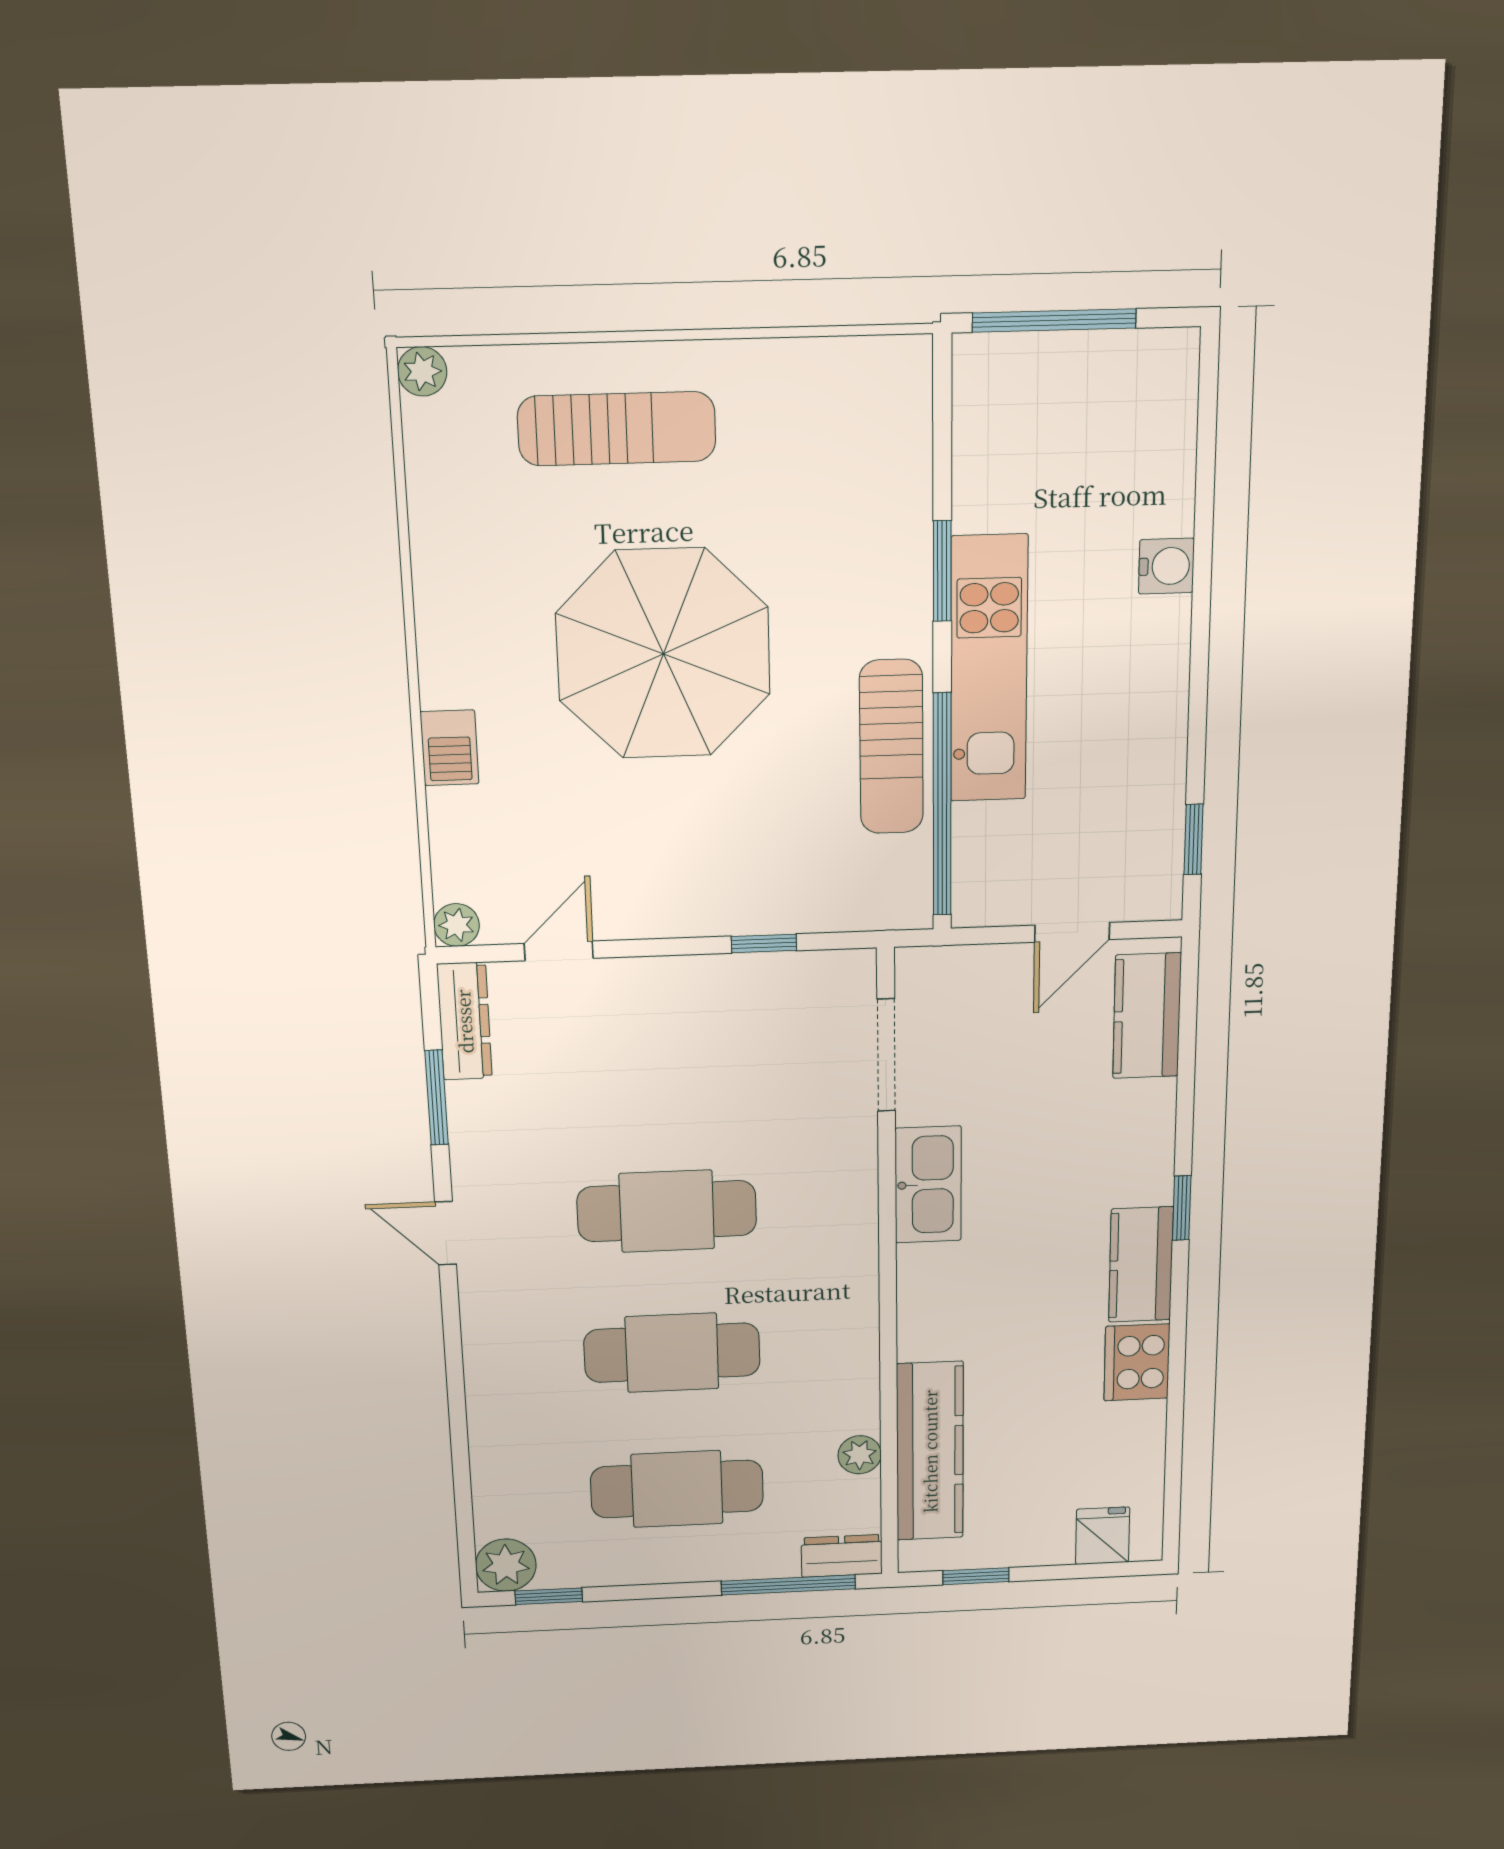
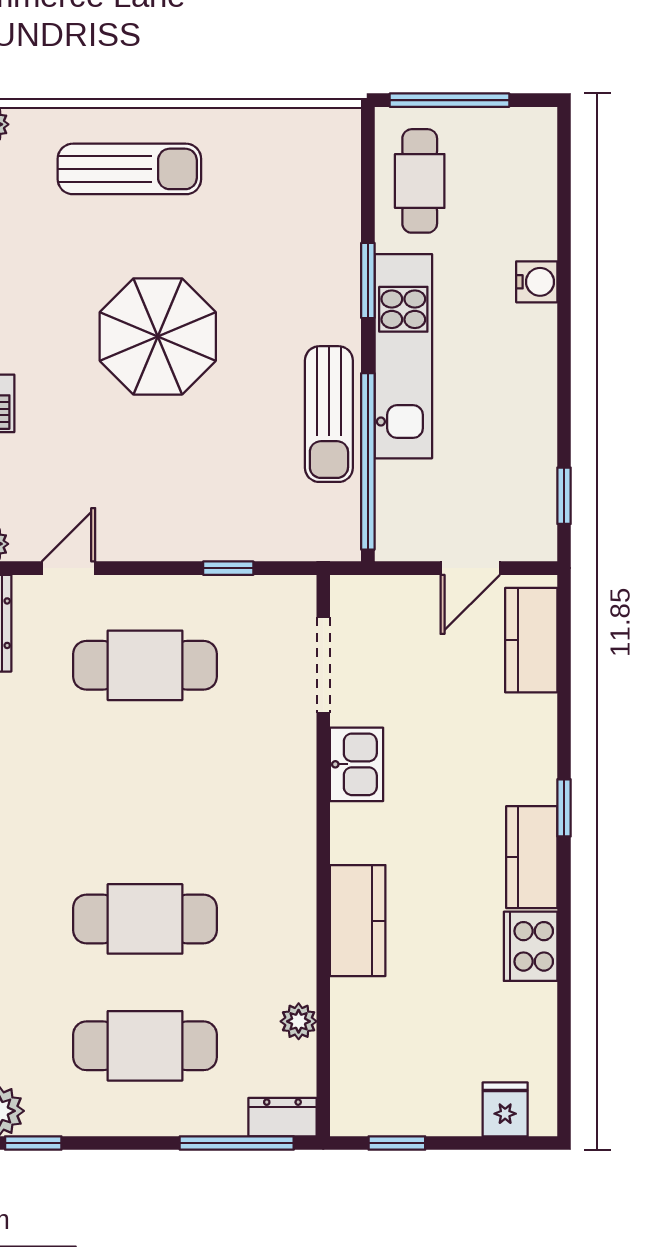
cafe table: (1012, 434) -> (420, 181), added
parasol: (663, 654) -> (158, 336), width x0.73, depth x0.73
kitchen sink: (928, 1185) -> (357, 764), width x0.73
cafe table: (667, 1211) -> (145, 665), moved
kitchen counter: (930, 1451) -> (358, 921), moved, width x0.67

